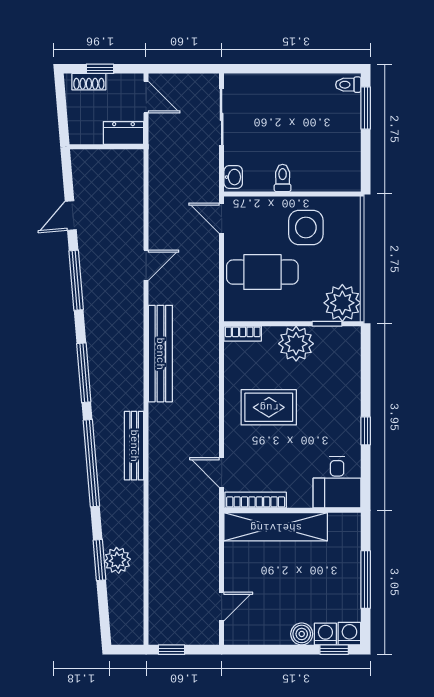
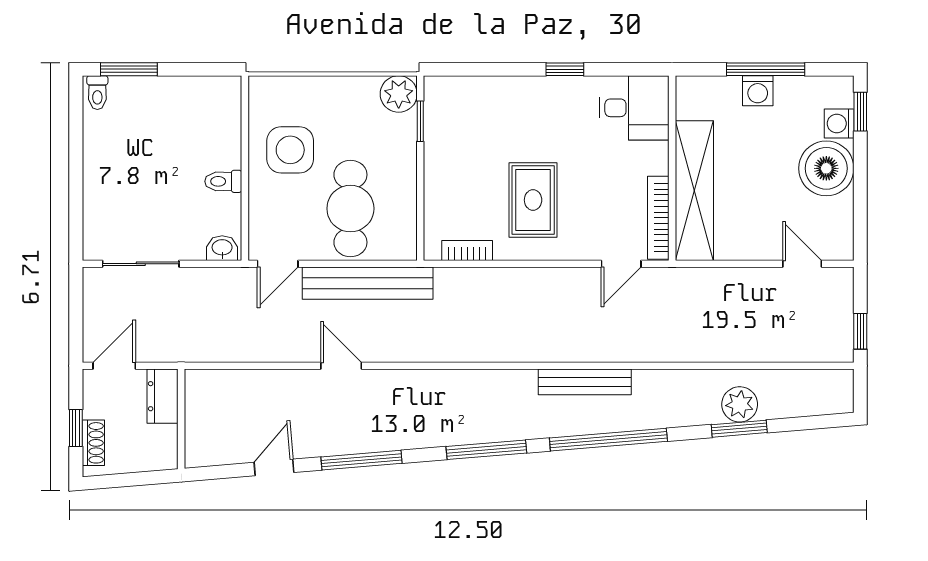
door: (71, 215) -> (274, 467), swing flipped
plant: (342, 303) -> (399, 94), width x0.73, depth x0.73
bookcase: (243, 334) -> (467, 250), moved, turned -90
plant: (296, 344) -> (447, 163), removed
bench: (160, 354) -> (368, 283), moved
boiler: (302, 634) -> (826, 168), width x1.86, depth x1.86
washing machine: (349, 634) -> (758, 91), moved, turned -90

